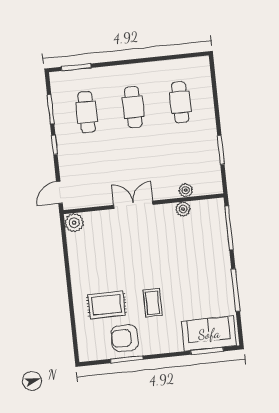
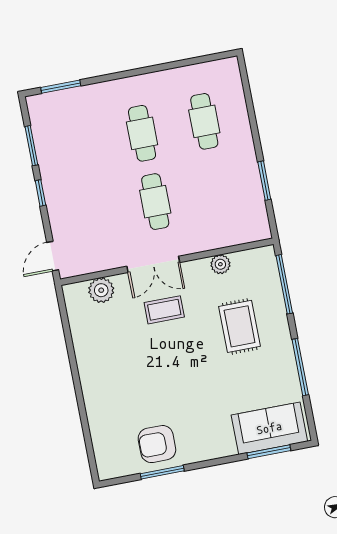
cafe table: (87, 112) -> (155, 202), moved
plant: (186, 190) -> (222, 239), removed
double door: (133, 205) -> (153, 264), swing flipped
plant: (74, 223) -> (101, 290), moved
coffee table: (153, 303) -> (164, 310), moved, turned 90
rug: (107, 305) -> (240, 326), moved, turned 90

